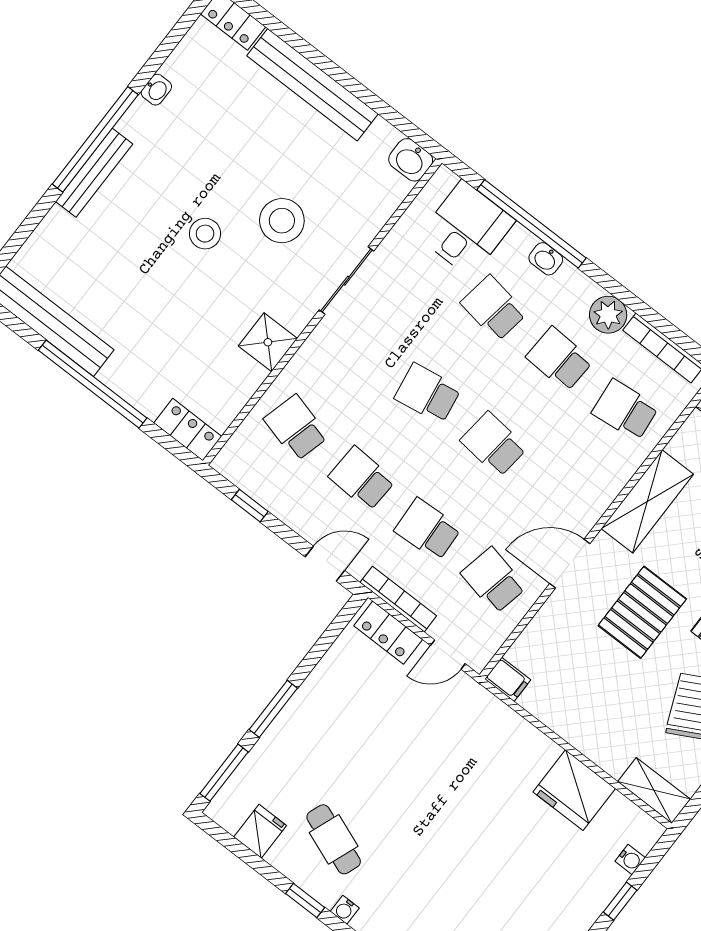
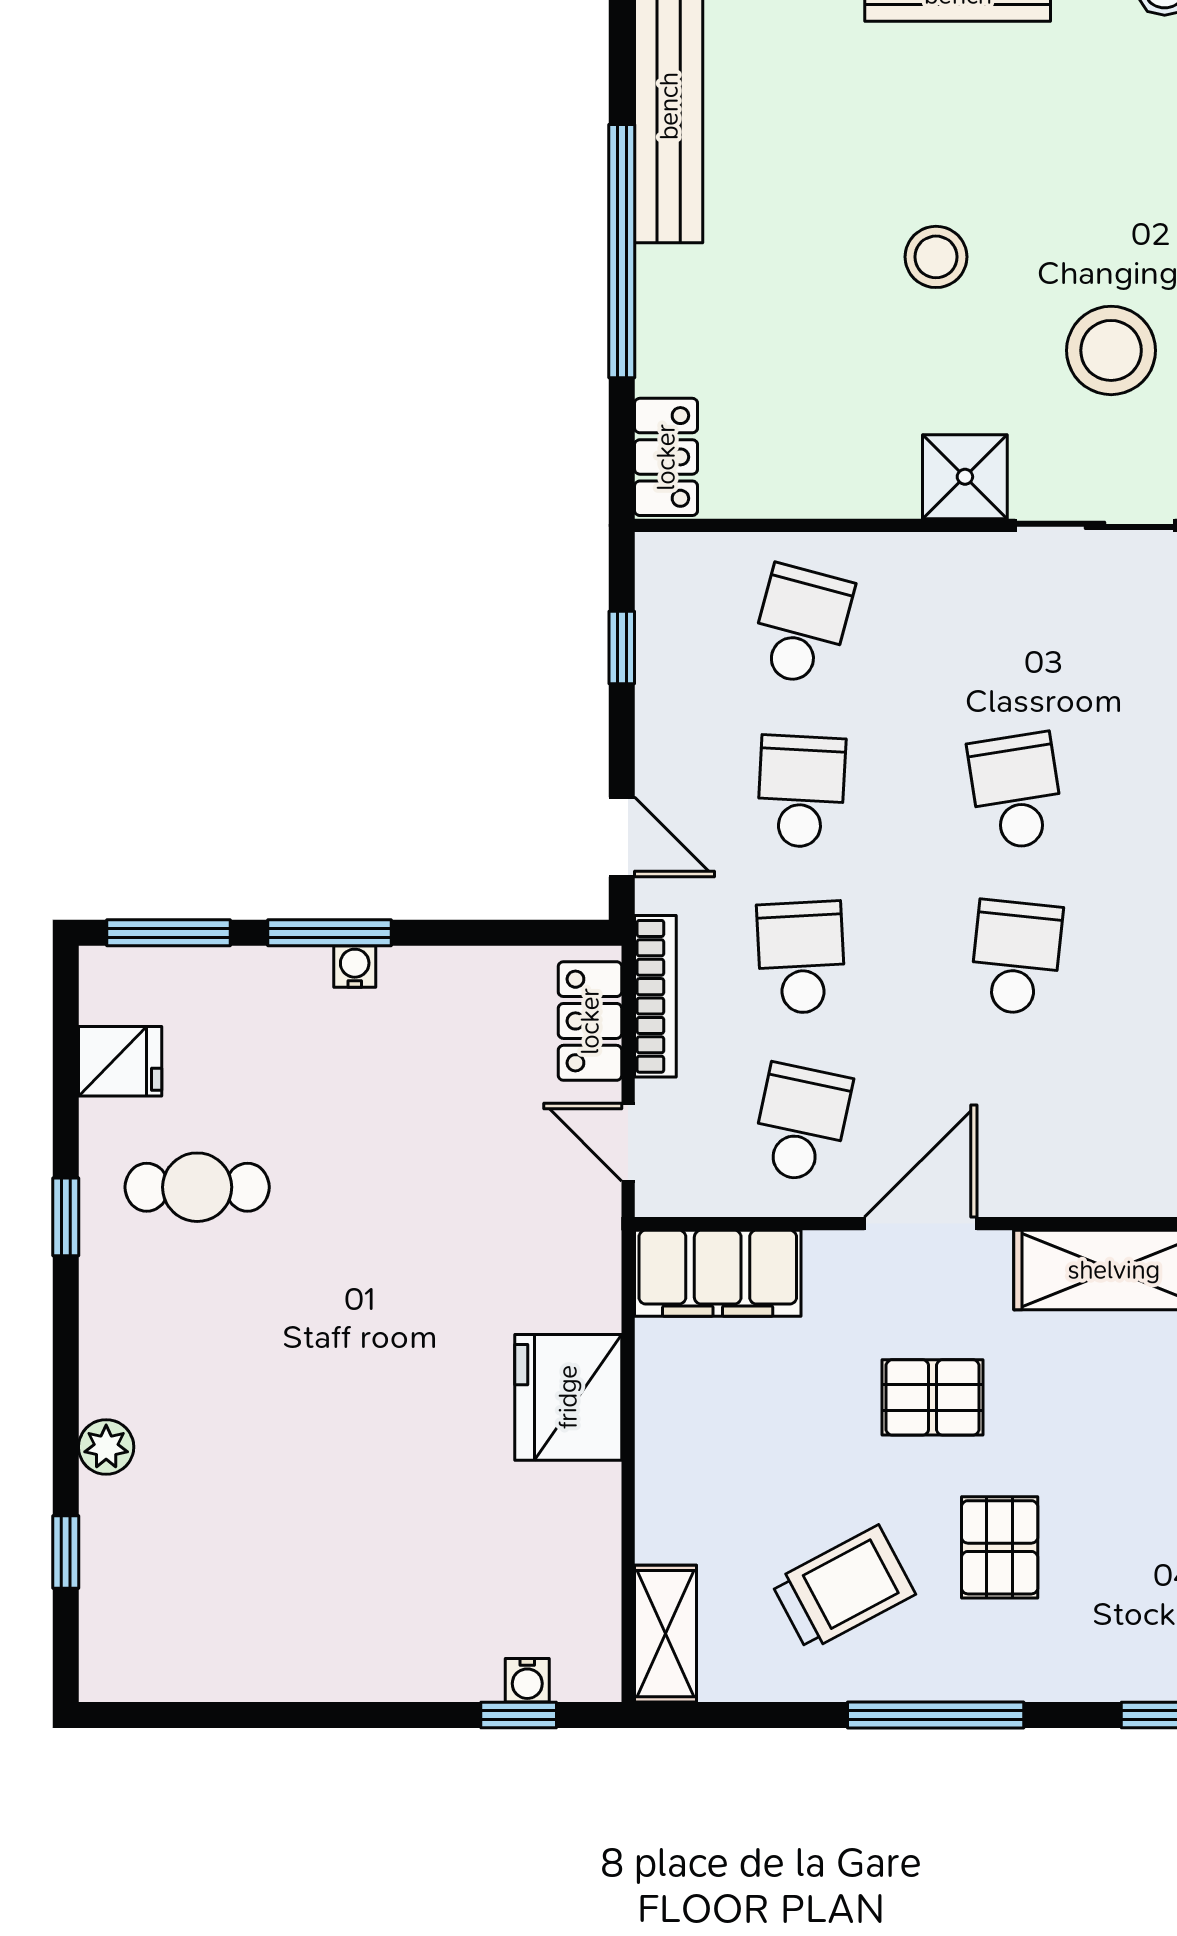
stool: (205, 234) -> (936, 257), moved
shower: (268, 342) -> (965, 477), moved
door: (570, 564) -> (921, 1224), hinge flipped
pallet: (642, 612) -> (933, 1397), width x0.67, depth x0.71
filing cabinet: (508, 679) -> (718, 1273), width x3.00, depth x1.17
fridge: (574, 790) -> (568, 1397), moved
cafe table: (334, 839) -> (197, 1187), turned 69
window: (620, 901) -> (519, 1715), moved
water cooler: (345, 910) -> (355, 966), moved, turned 90

